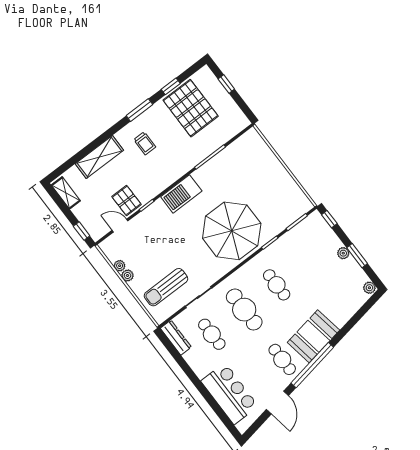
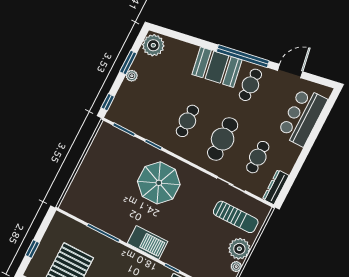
parasol: (232, 231) -> (159, 183), width x0.73, depth x0.73
plant: (127, 275) -> (239, 249), width x1.87, depth x1.87
plant: (369, 288) -> (153, 45), width x1.87, depth x1.87

